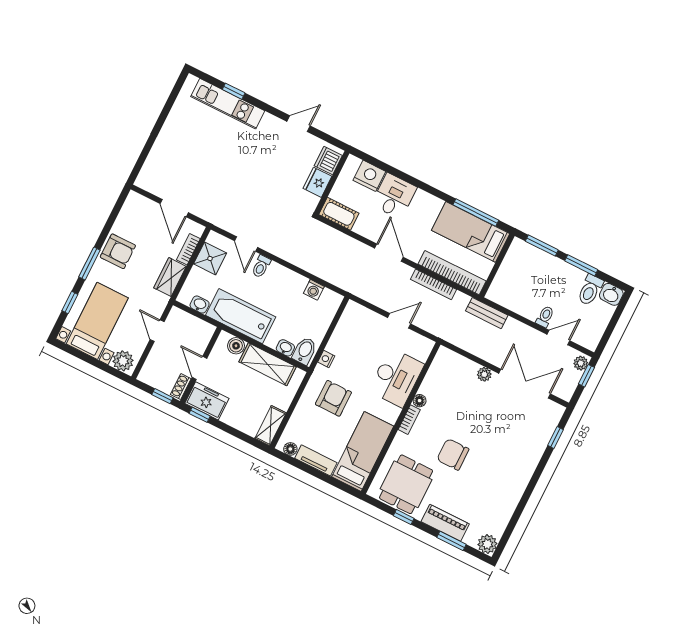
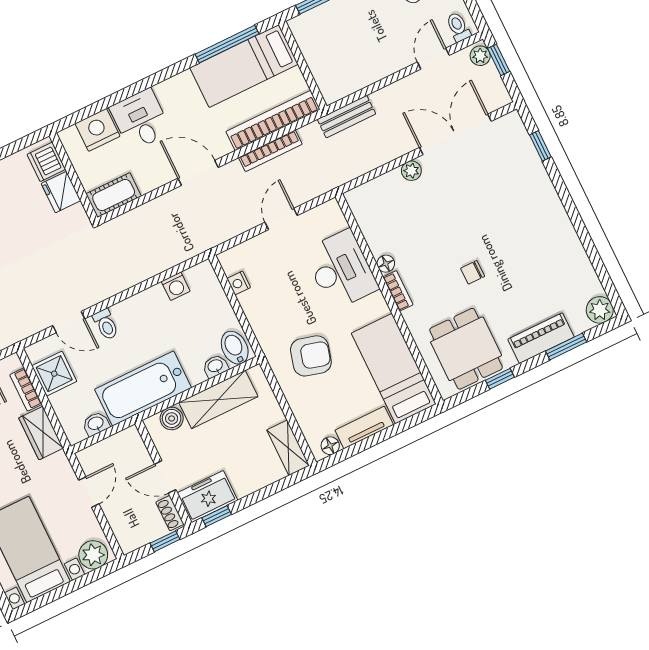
toilet: (545, 317) -> (458, 27), moved
door: (157, 331) -> (89, 492), swing flipped
nightstand: (326, 359) -> (239, 283), moved
armchair: (333, 398) -> (311, 356), turned 105
chair: (453, 454) -> (473, 272), width x0.54, depth x0.54

